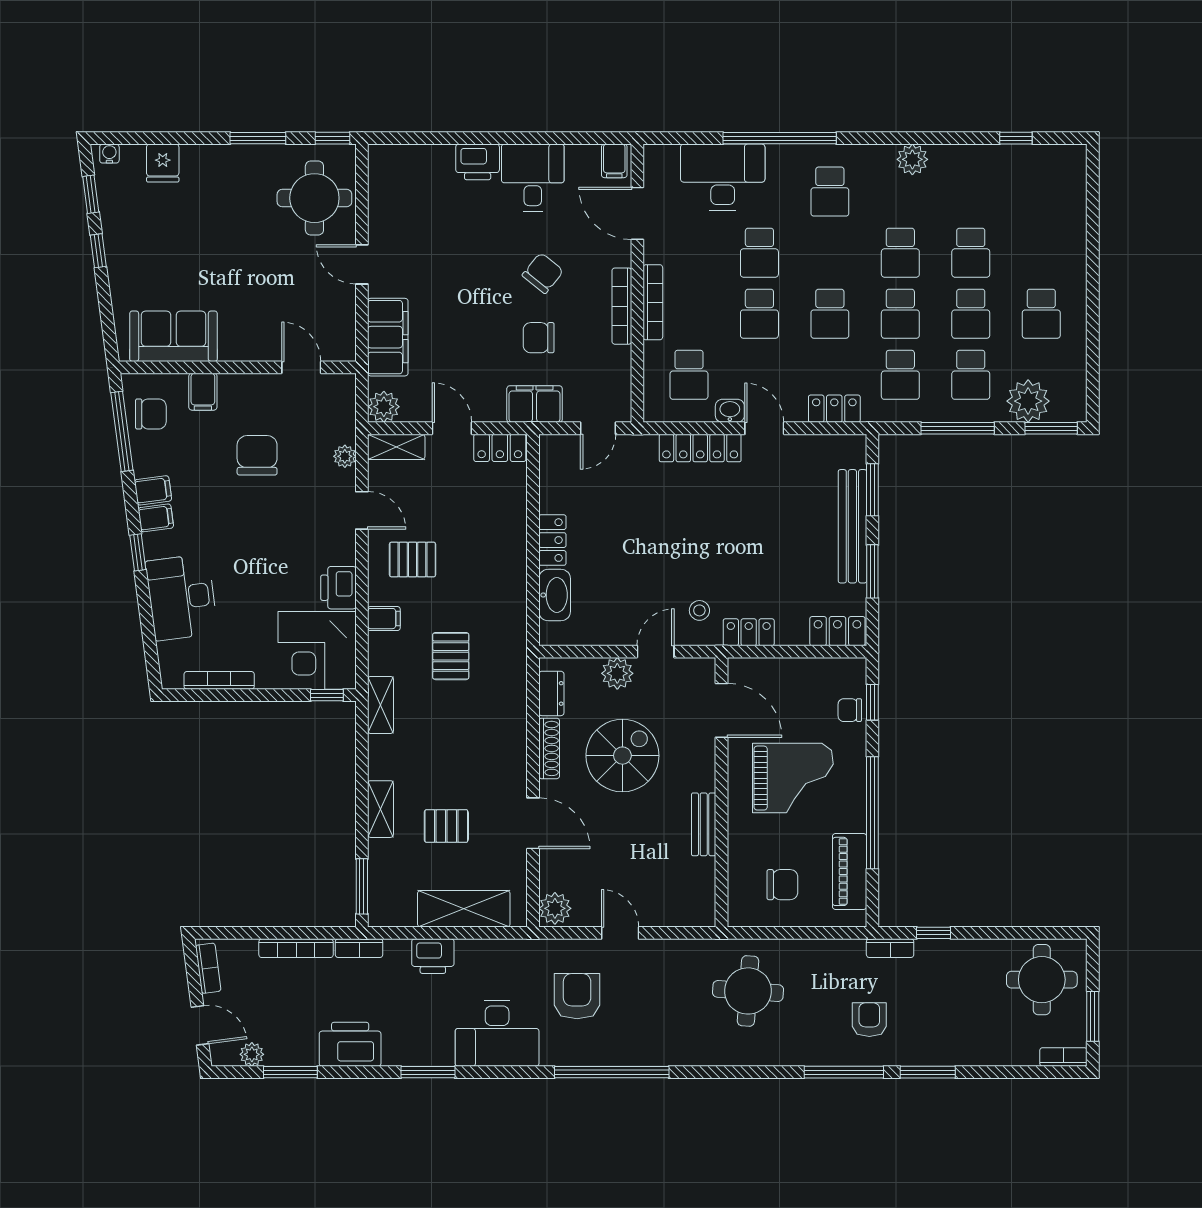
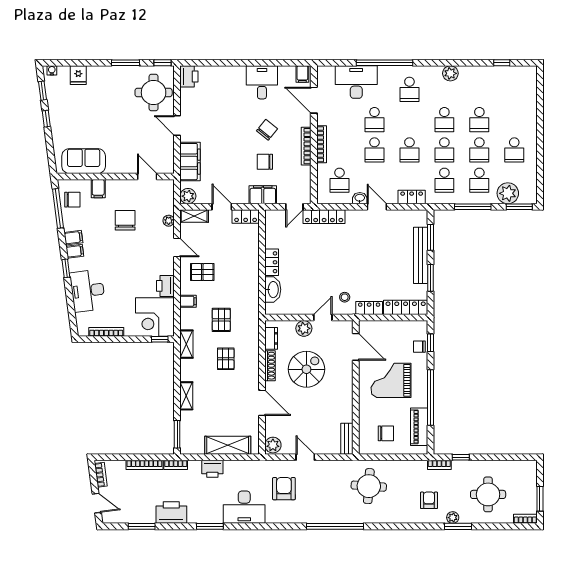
printer: (478, 162) -> (189, 76), moved, turned -90
locker: (700, 448) -> (324, 217), moved
locker: (837, 631) -> (406, 307), width x1.53
grand piano: (793, 778) -> (391, 380), turned 180
bench: (704, 824) -> (347, 439), moved
pallet: (446, 826) -> (226, 359), moved, turned 90
round table: (1042, 980) -> (488, 494), moved
plant: (252, 1054) -> (453, 518), moved
window: (612, 1072) -> (335, 526), moved
window: (844, 1072) -> (416, 526), removed

